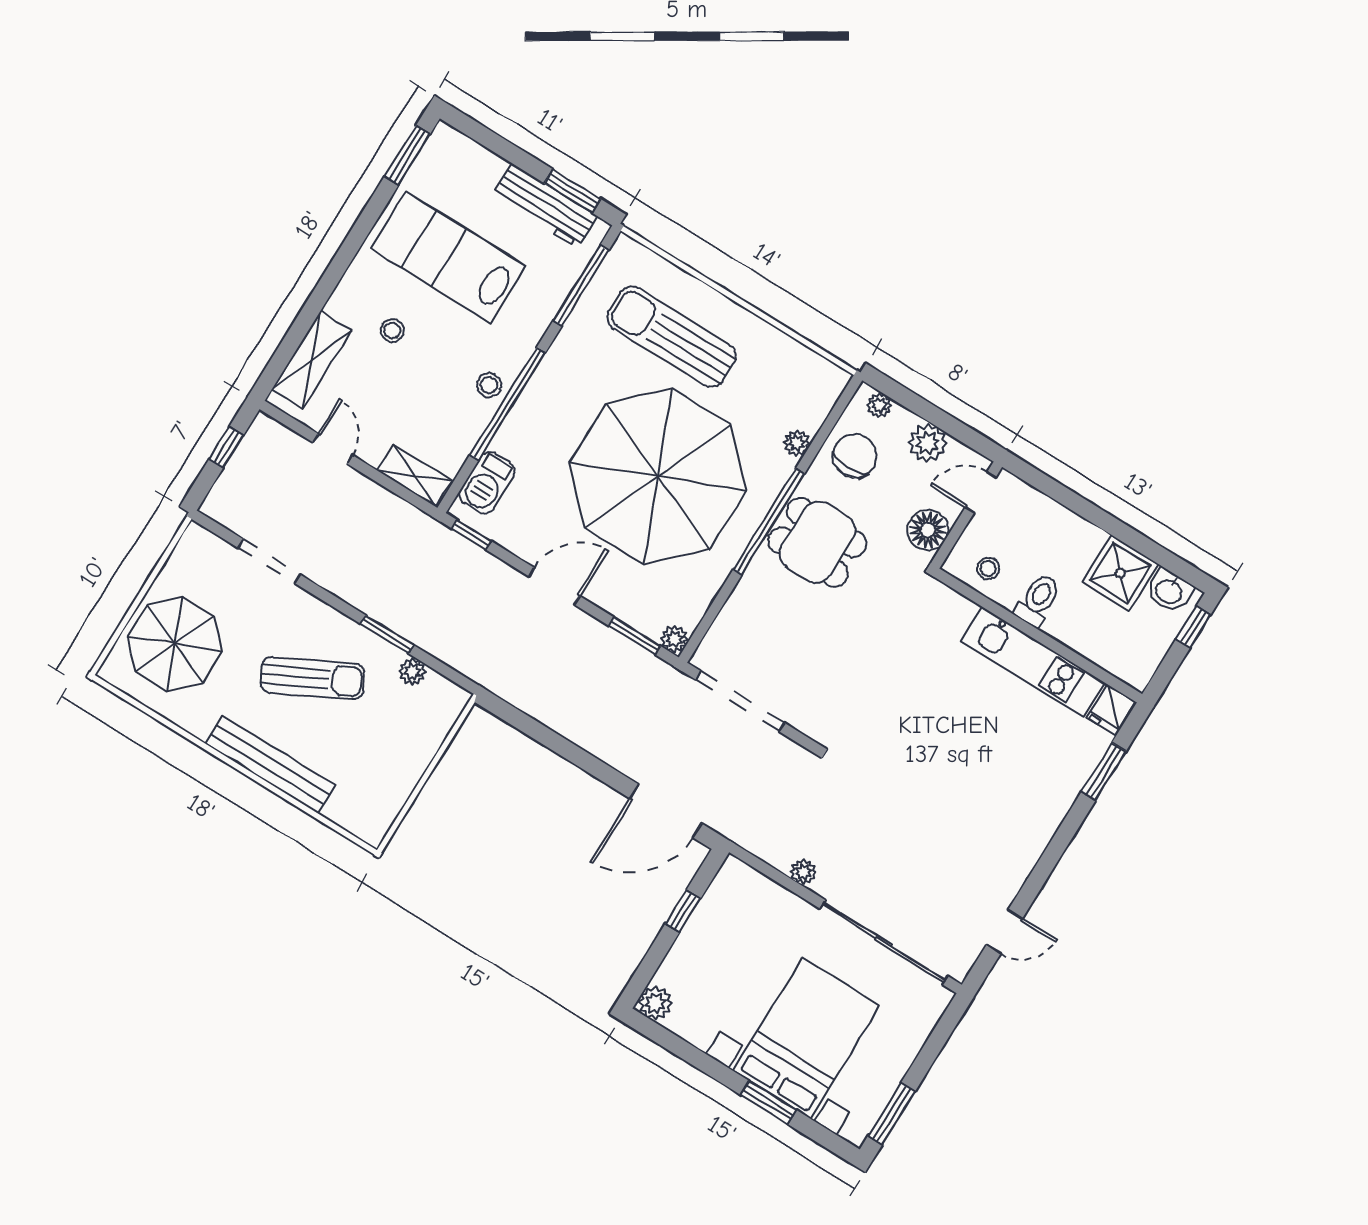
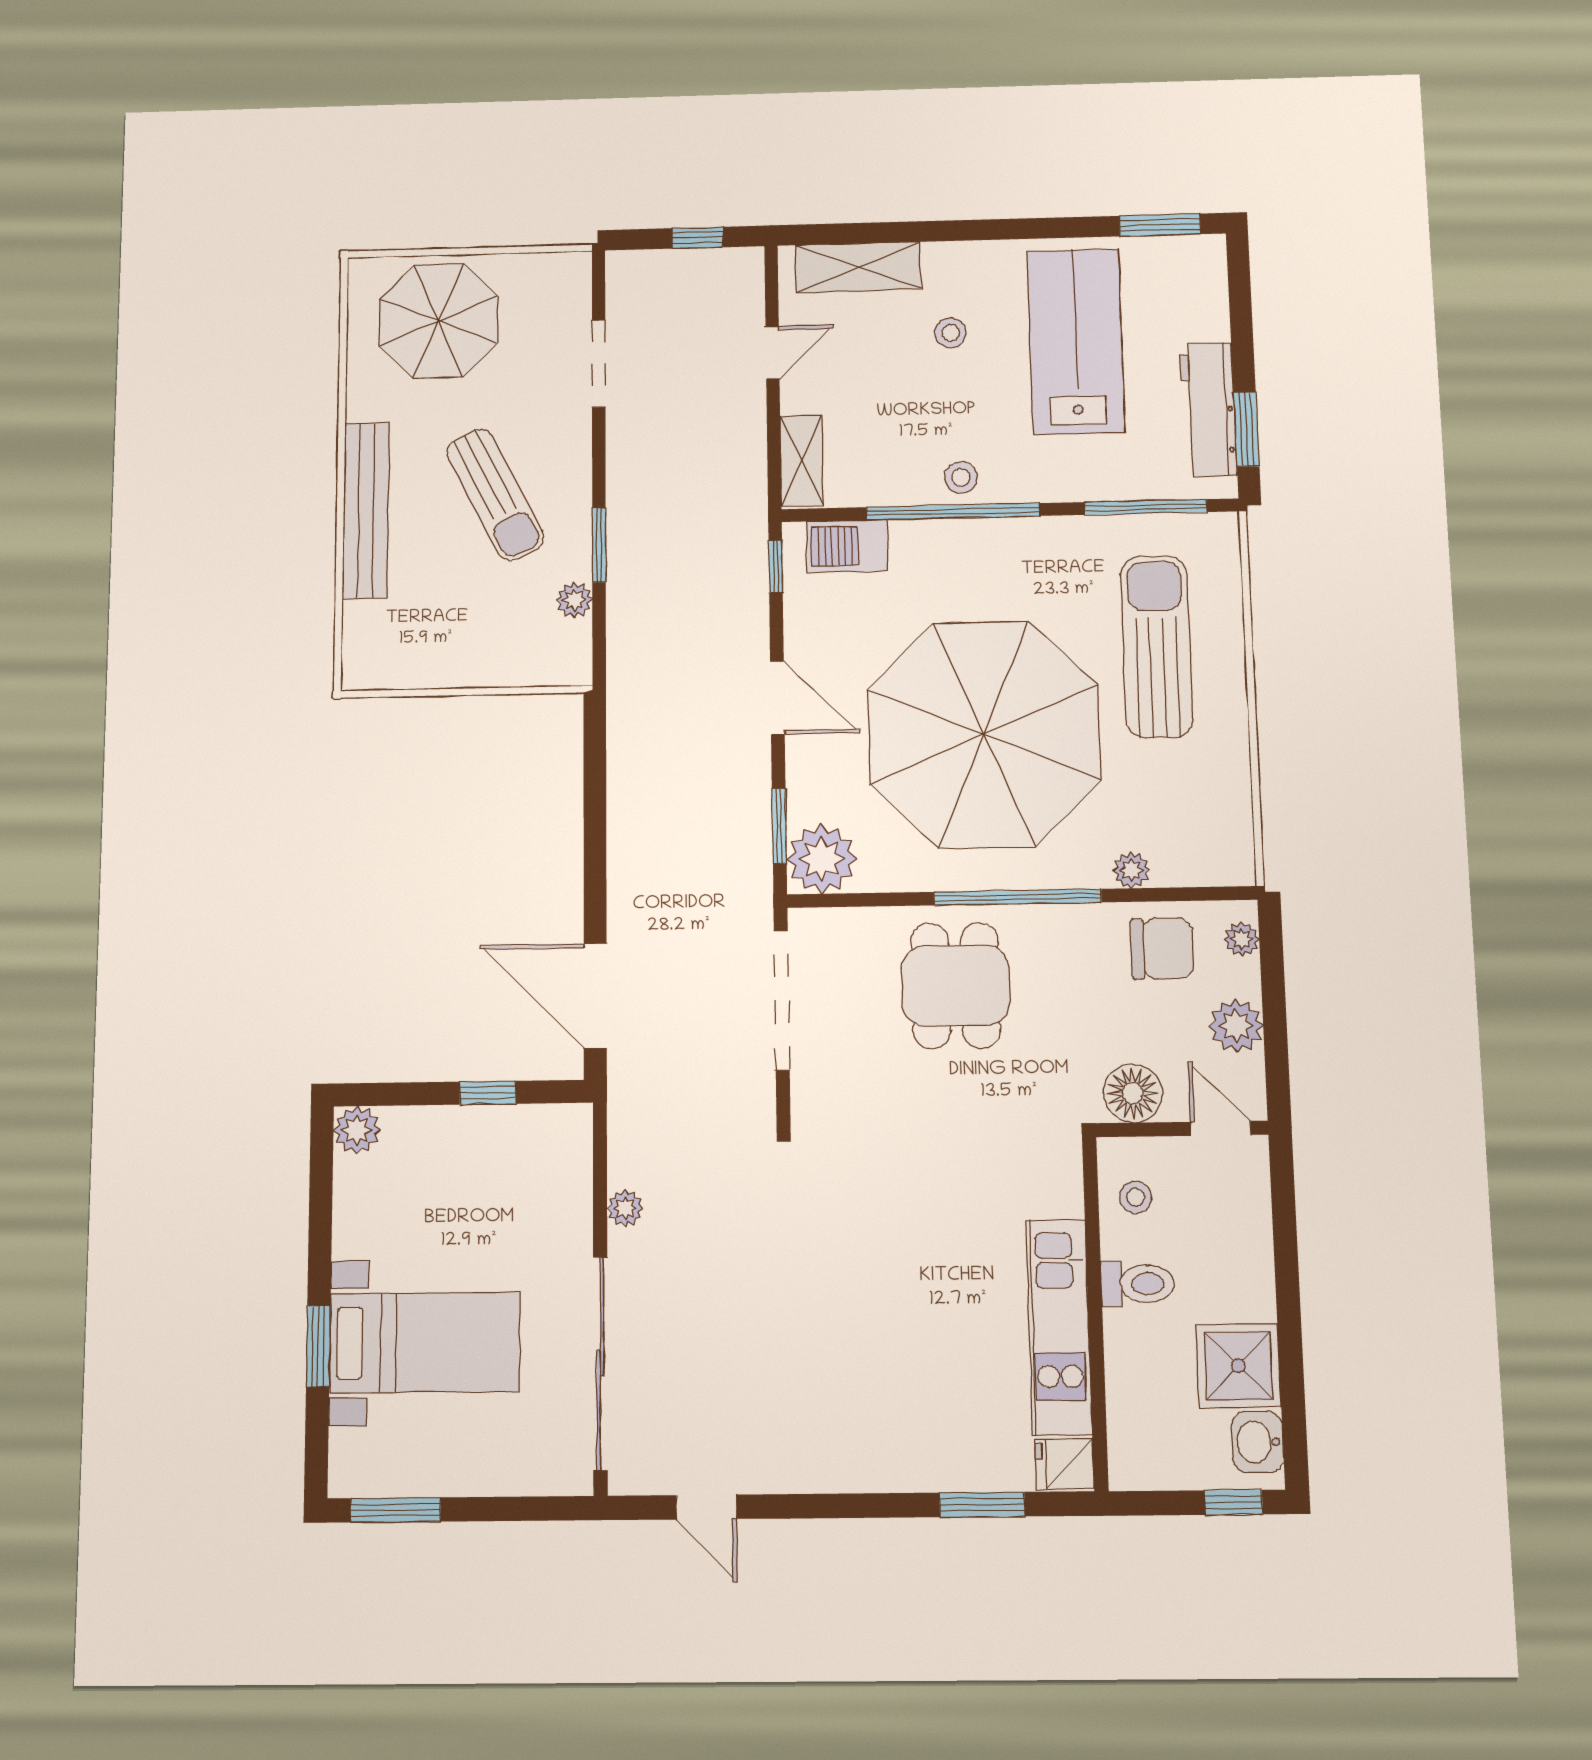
dining table: (817, 542) -> (956, 986), moved
plant: (674, 639) -> (822, 859), width x1.88, depth x1.88
bed with nightstands: (806, 1038) -> (425, 1342), width x0.73

